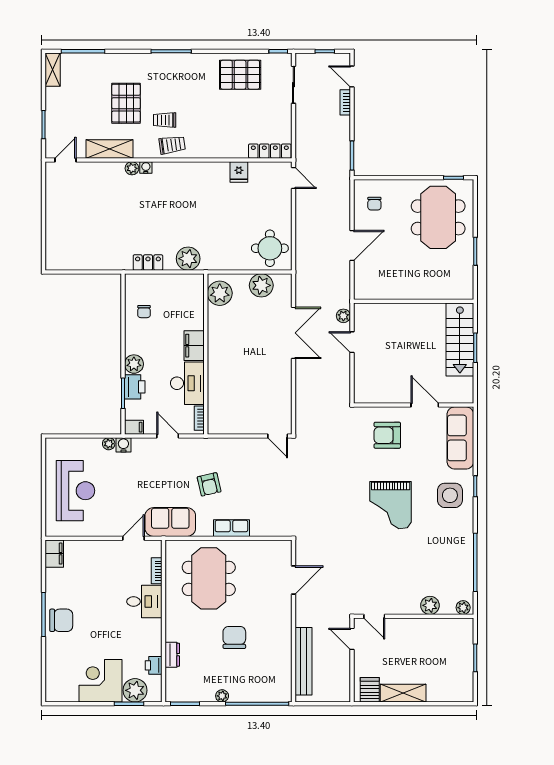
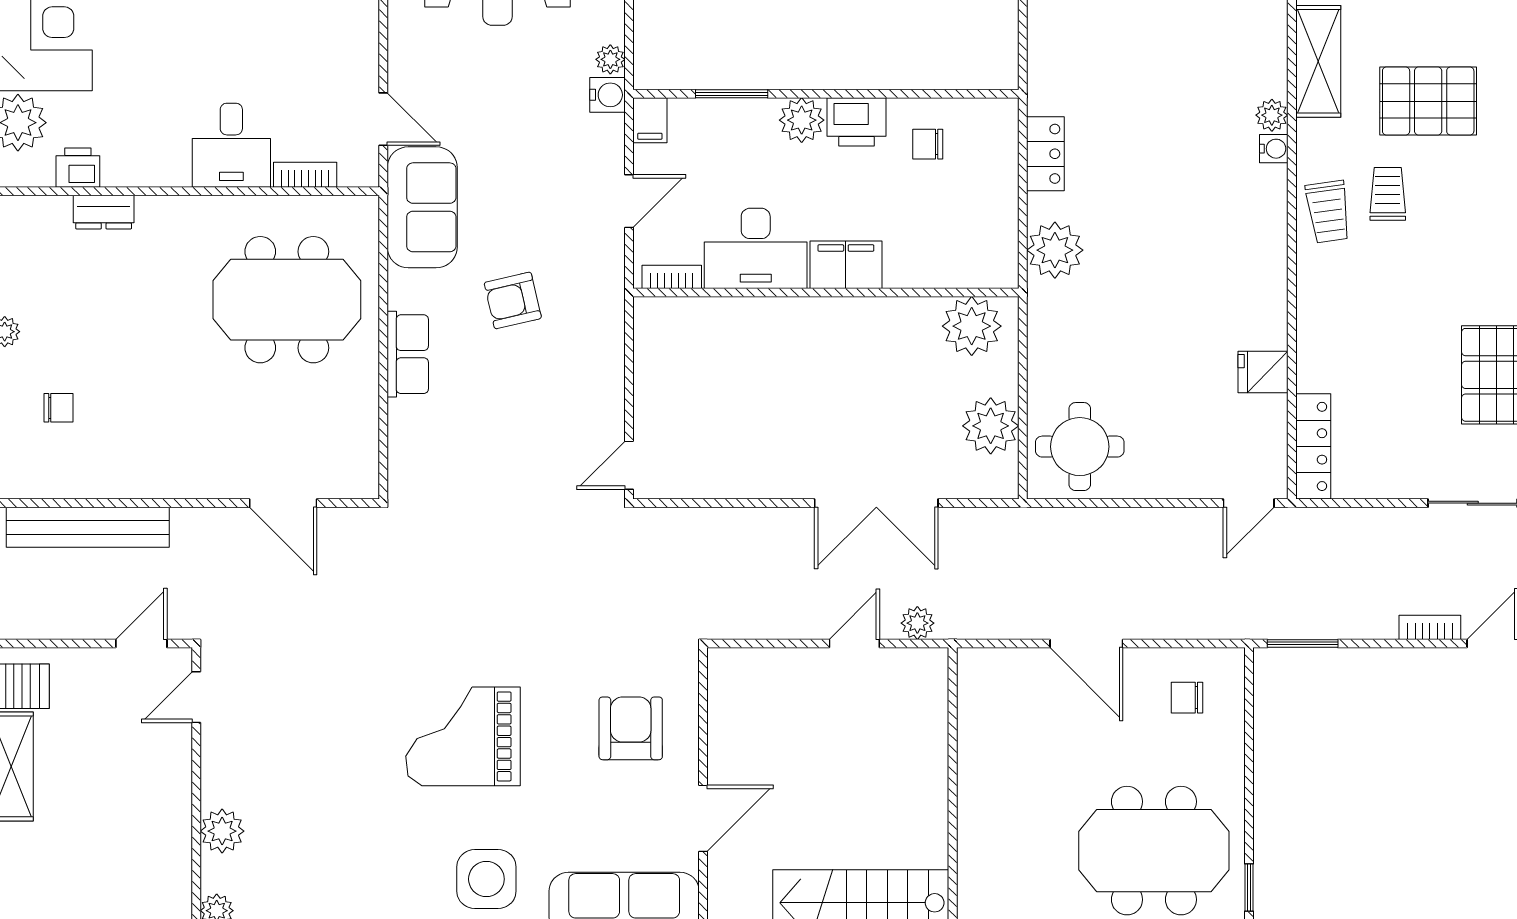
printer: (135, 387) -> (856, 122), moved
chair: (234, 637) -> (58, 408), moved, width x0.54, depth x0.54

